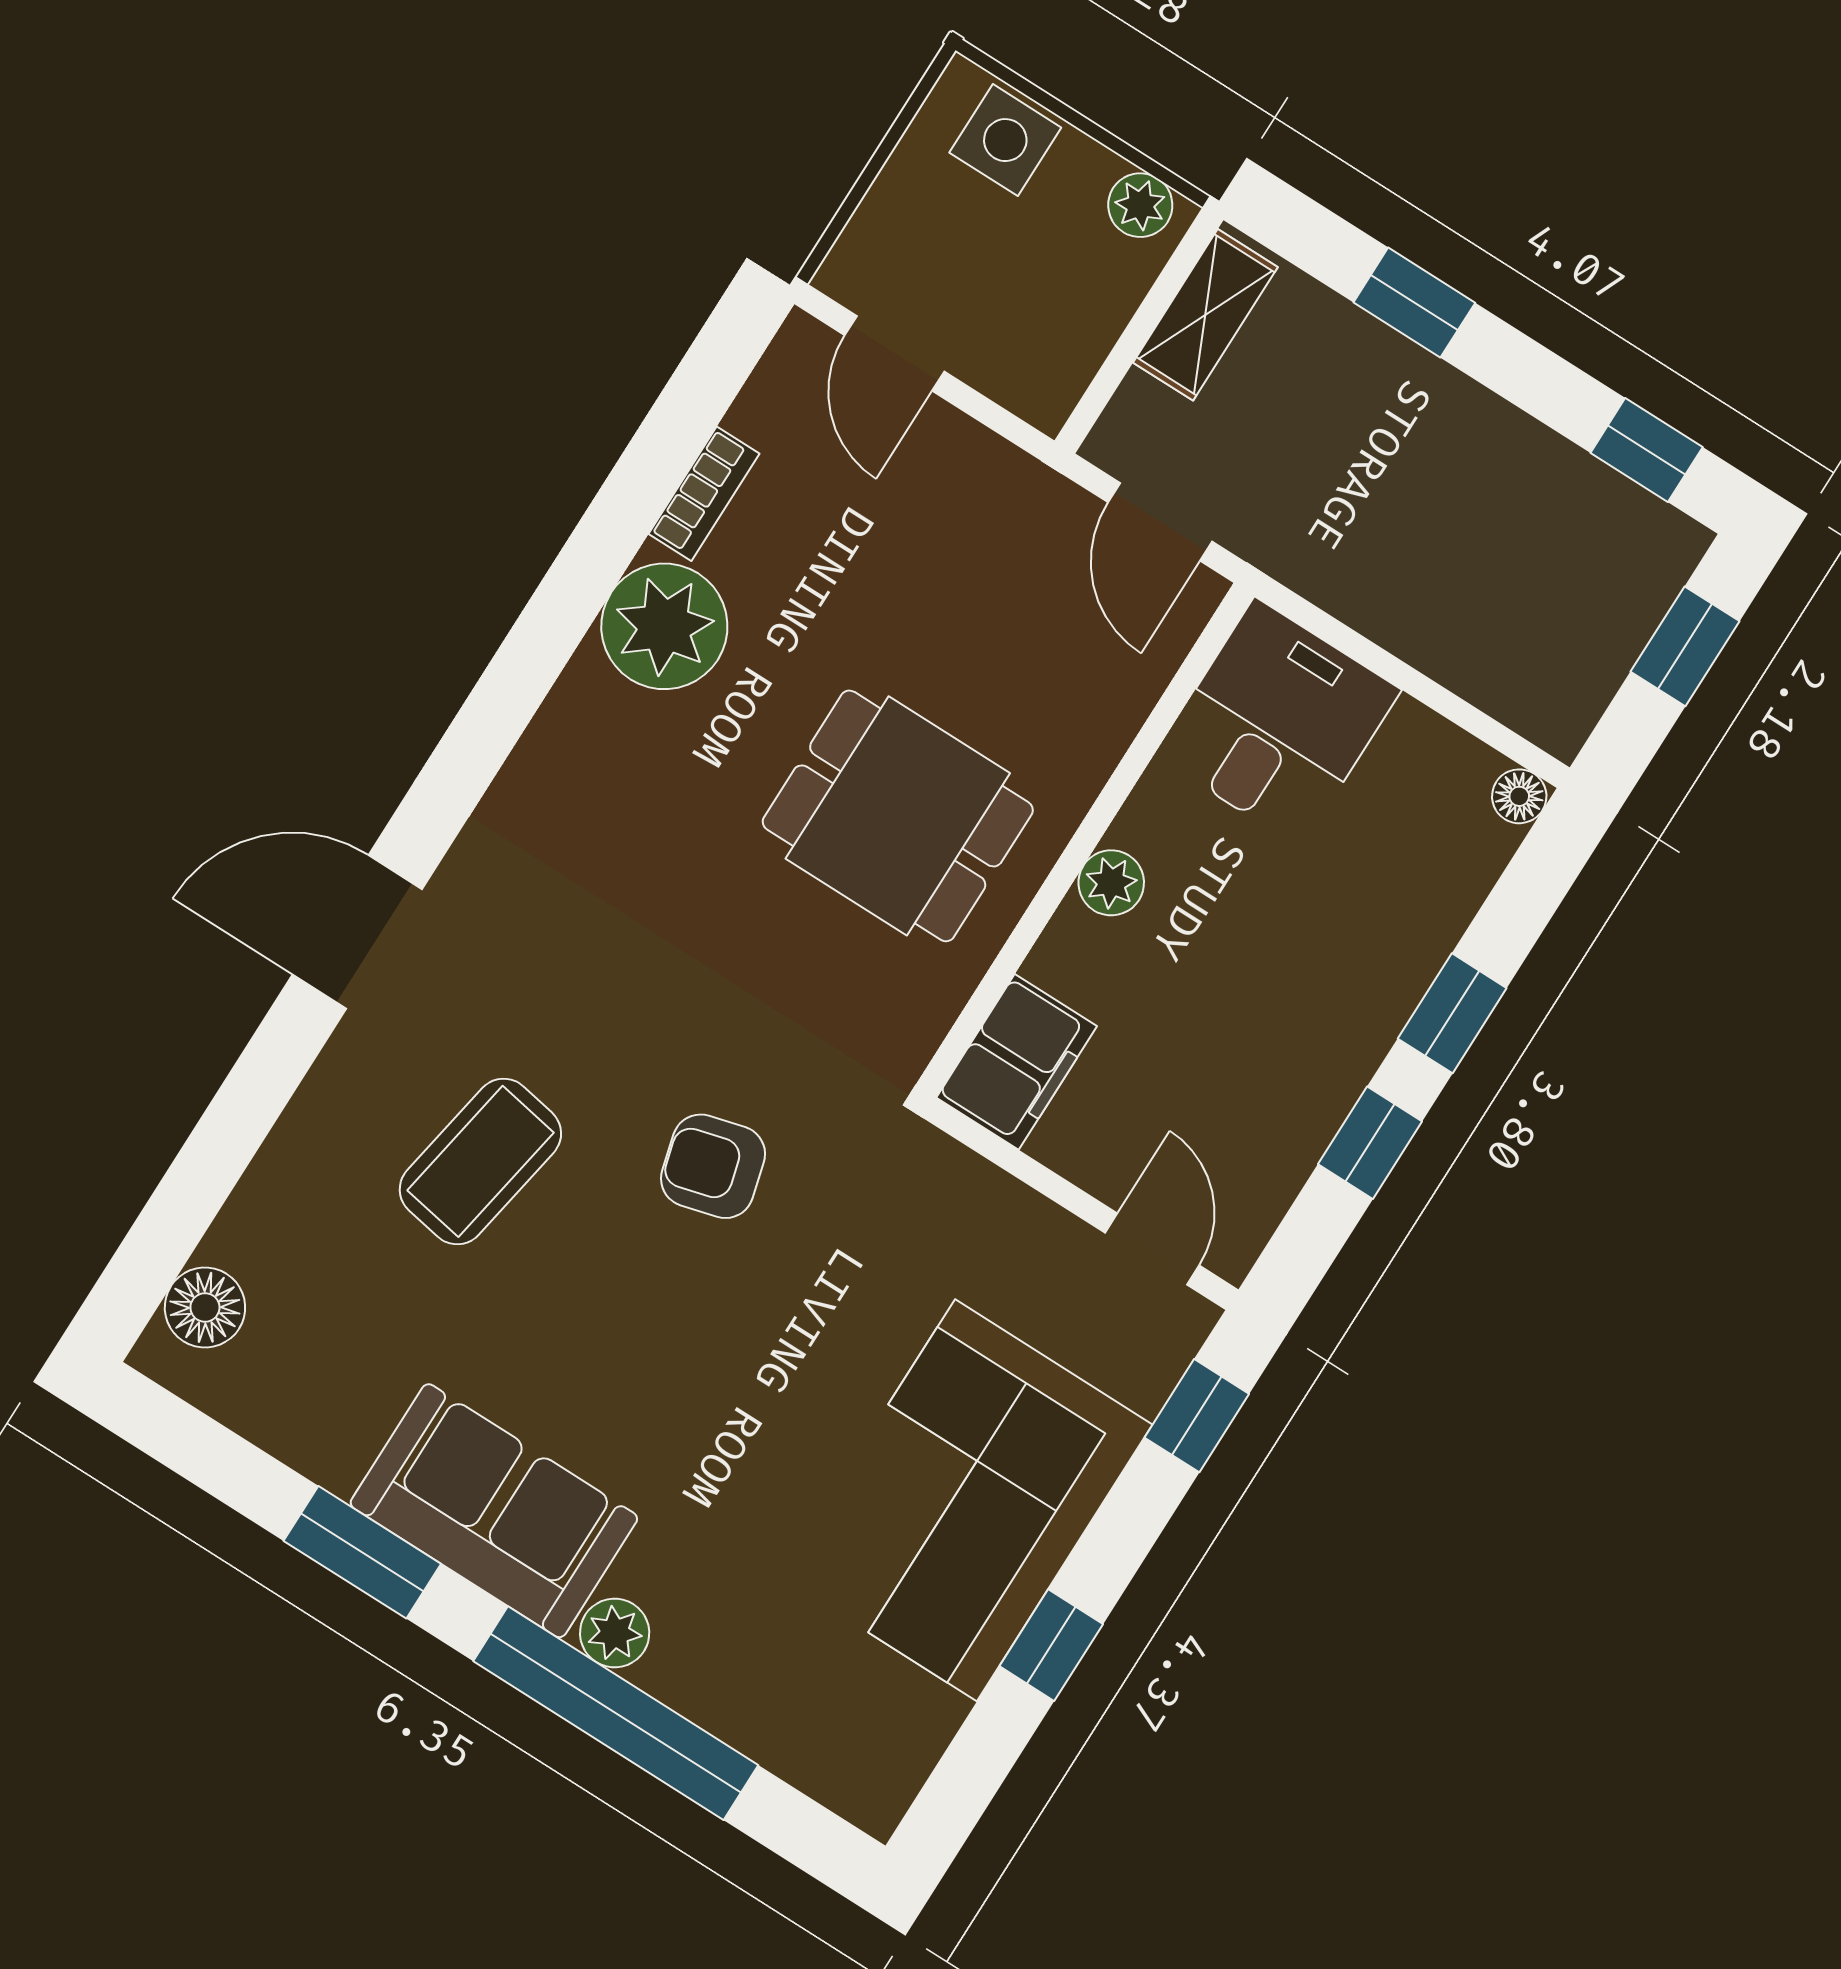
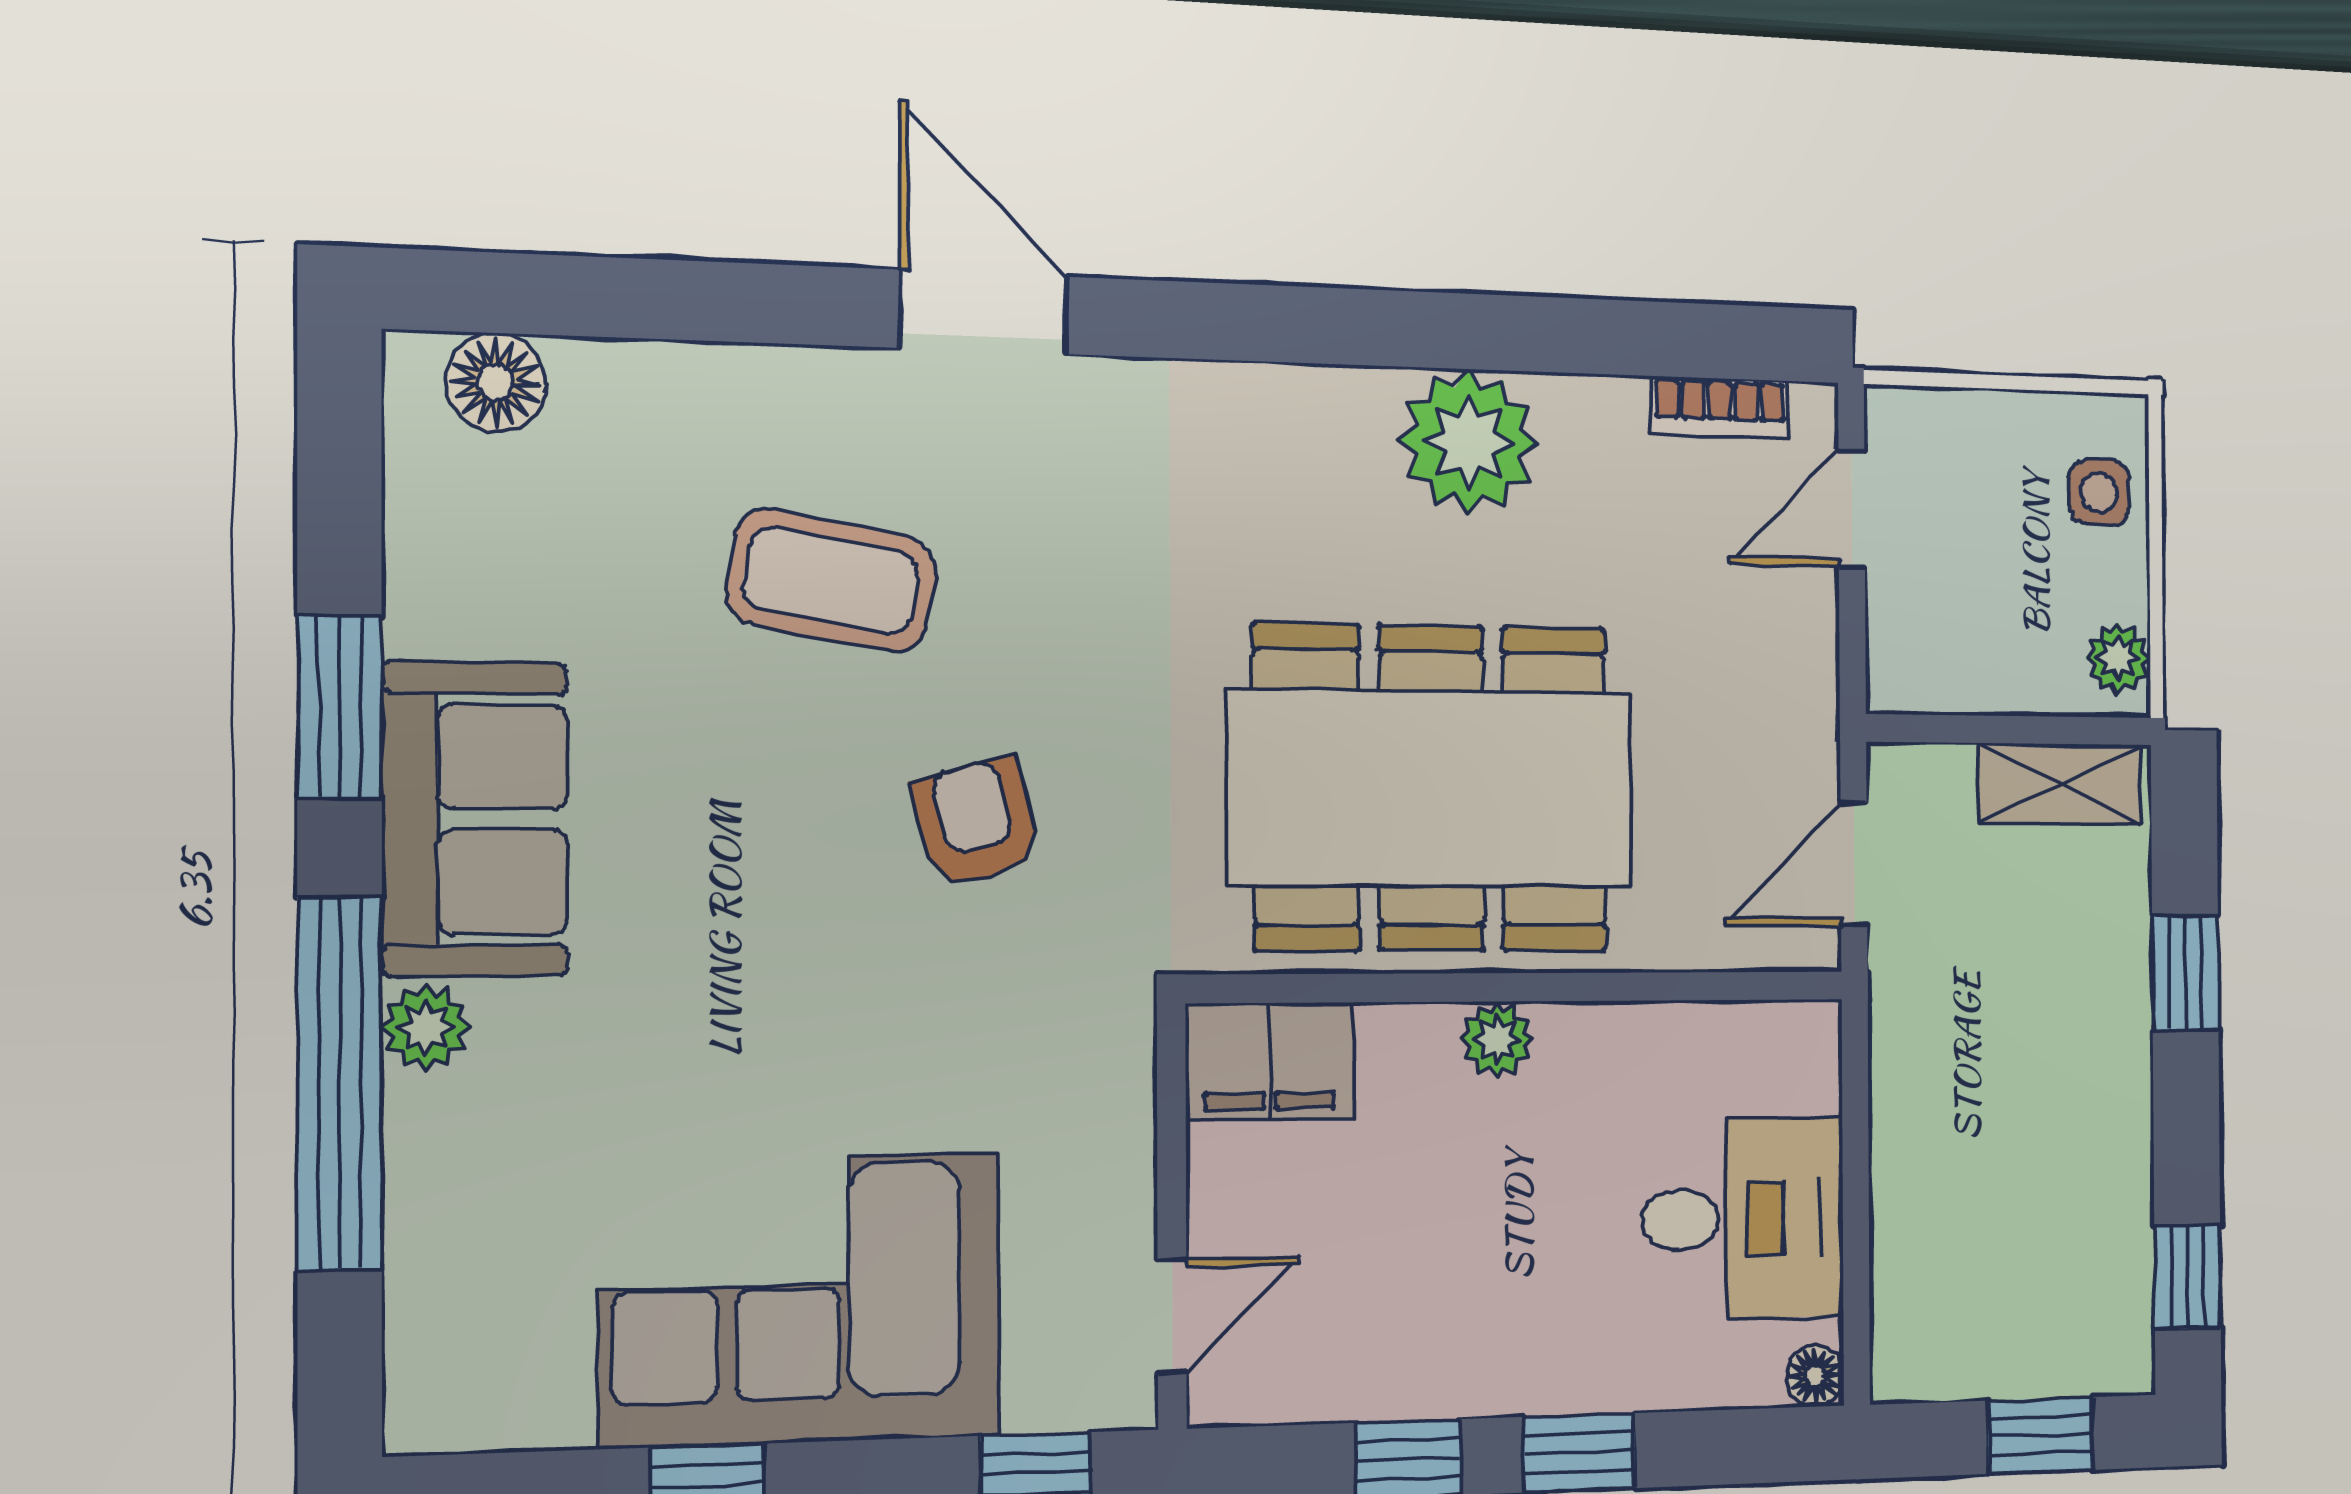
side table: (1005, 140) -> (2099, 493), width x0.73, depth x0.73
bookcase: (704, 494) -> (1720, 407), moved
desk: (1278, 723) -> (1743, 1219), moved
dining table: (898, 816) -> (1431, 788), width x1.87, depth x1.24

